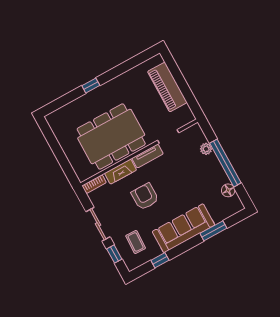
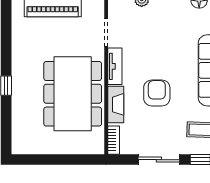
armchair: (145, 197) -> (157, 93), turned 90

